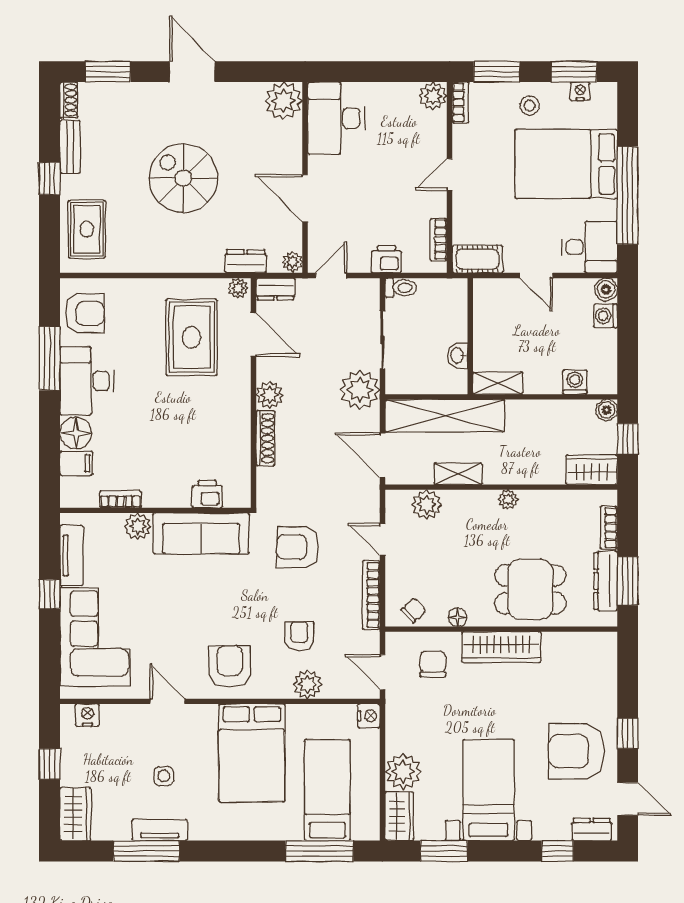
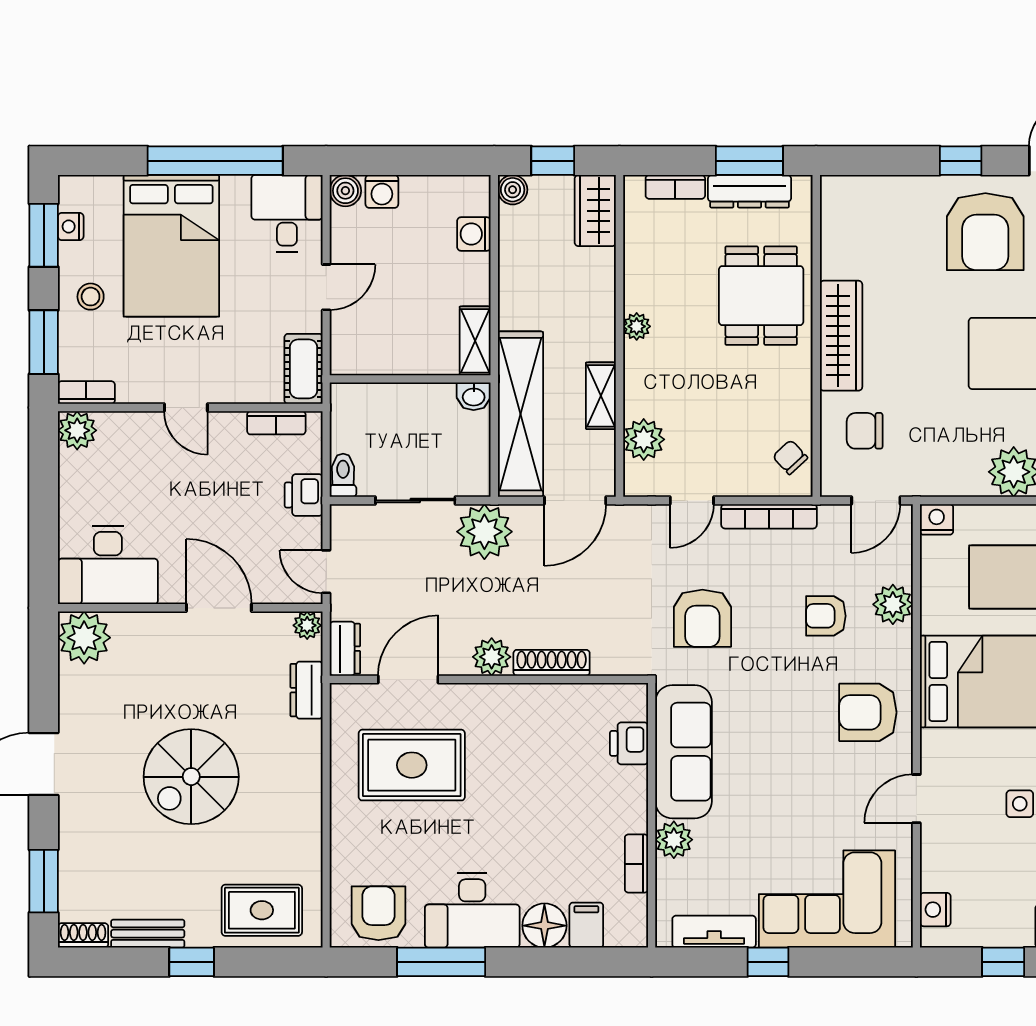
door: (305, 198) -> (219, 608), swing flipped
plant: (238, 288) -> (344, 701), removed
washbasin: (458, 356) -> (474, 396), moved
floor lamp: (458, 617) -> (800, 396), removed

